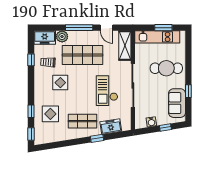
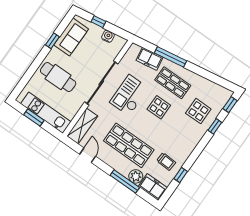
window: (79, 28) -> (125, 181), moved
display table: (60, 83) -> (159, 107), moved
checkout: (107, 91) -> (129, 95), turned 180
window: (97, 138) -> (170, 57), width x2.17

